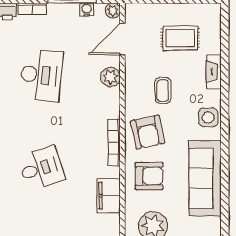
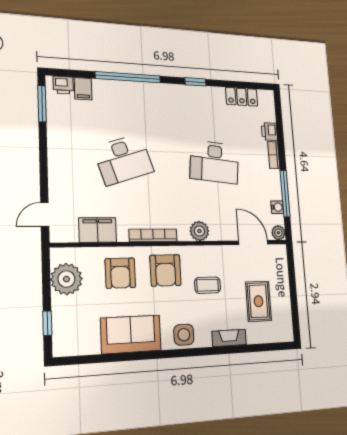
plant: (110, 77) -> (199, 231), moved
armchair: (148, 132) -> (166, 270), turned -78
desk: (41, 168) -> (124, 160), width x1.37
sofa: (205, 178) -> (131, 334), width x0.73

